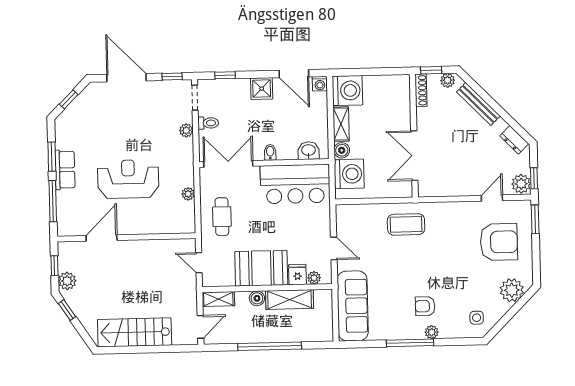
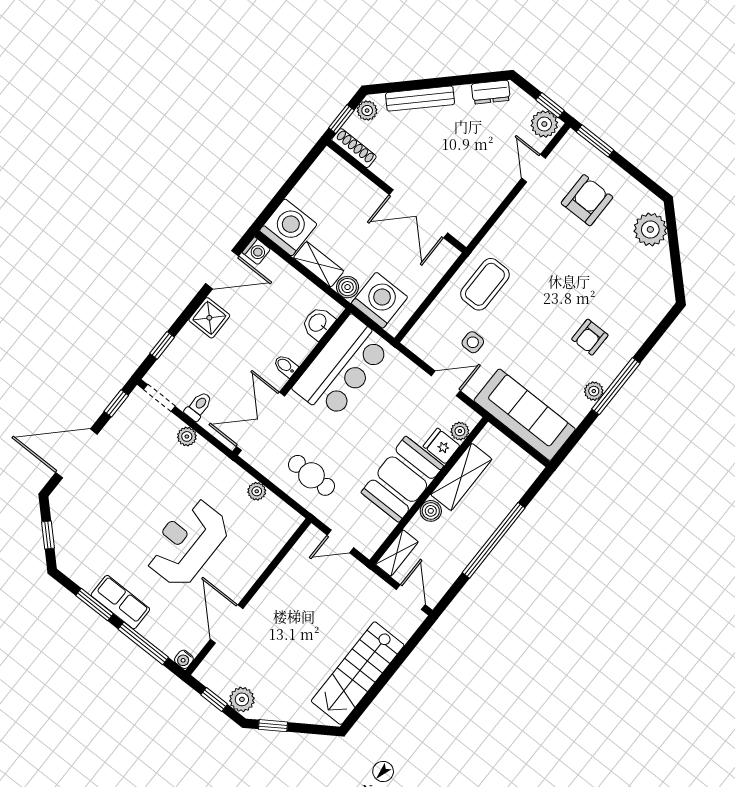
water cooler: (63, 231) -> (184, 659), added
armchair: (499, 242) -> (587, 200), width x0.73, depth x0.73
side table: (477, 318) -> (473, 342), moved
plant: (432, 332) -> (594, 391), moved

